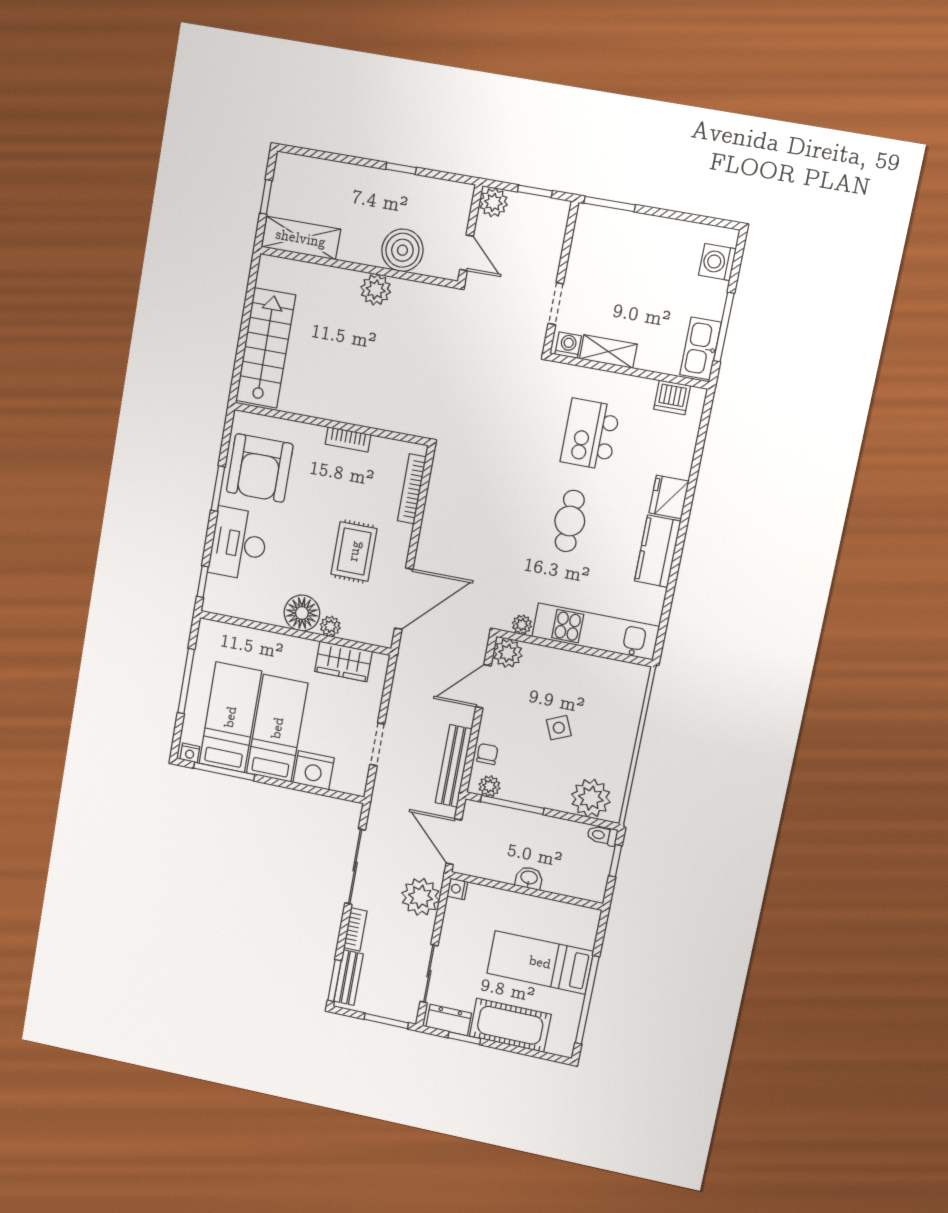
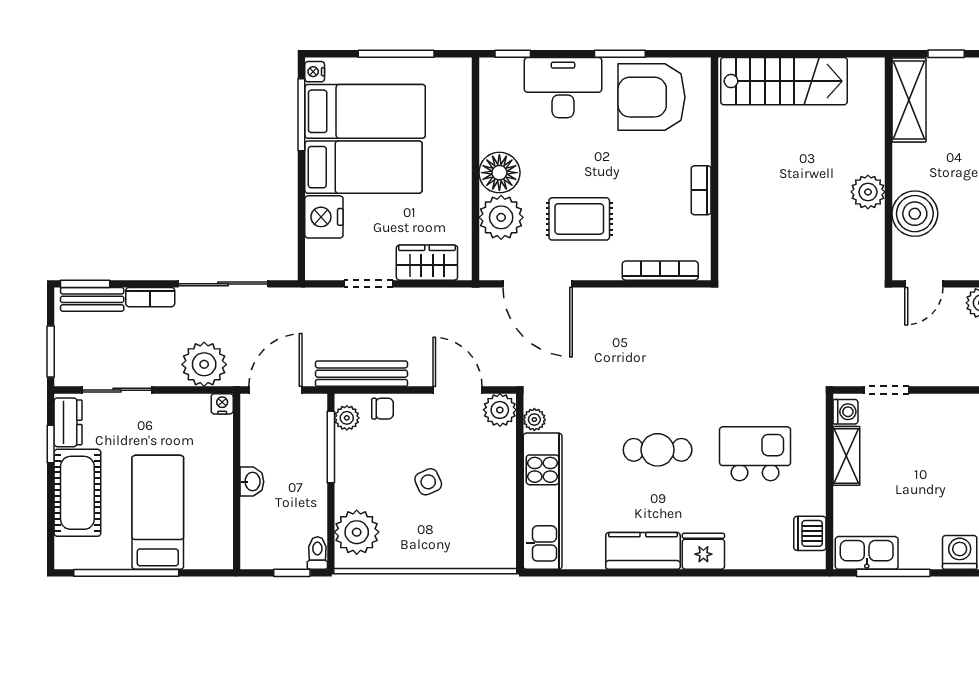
plant: (330, 626) -> (501, 217), width x1.88, depth x1.88
wardrobe: (343, 661) -> (427, 263), moved, turned 90

